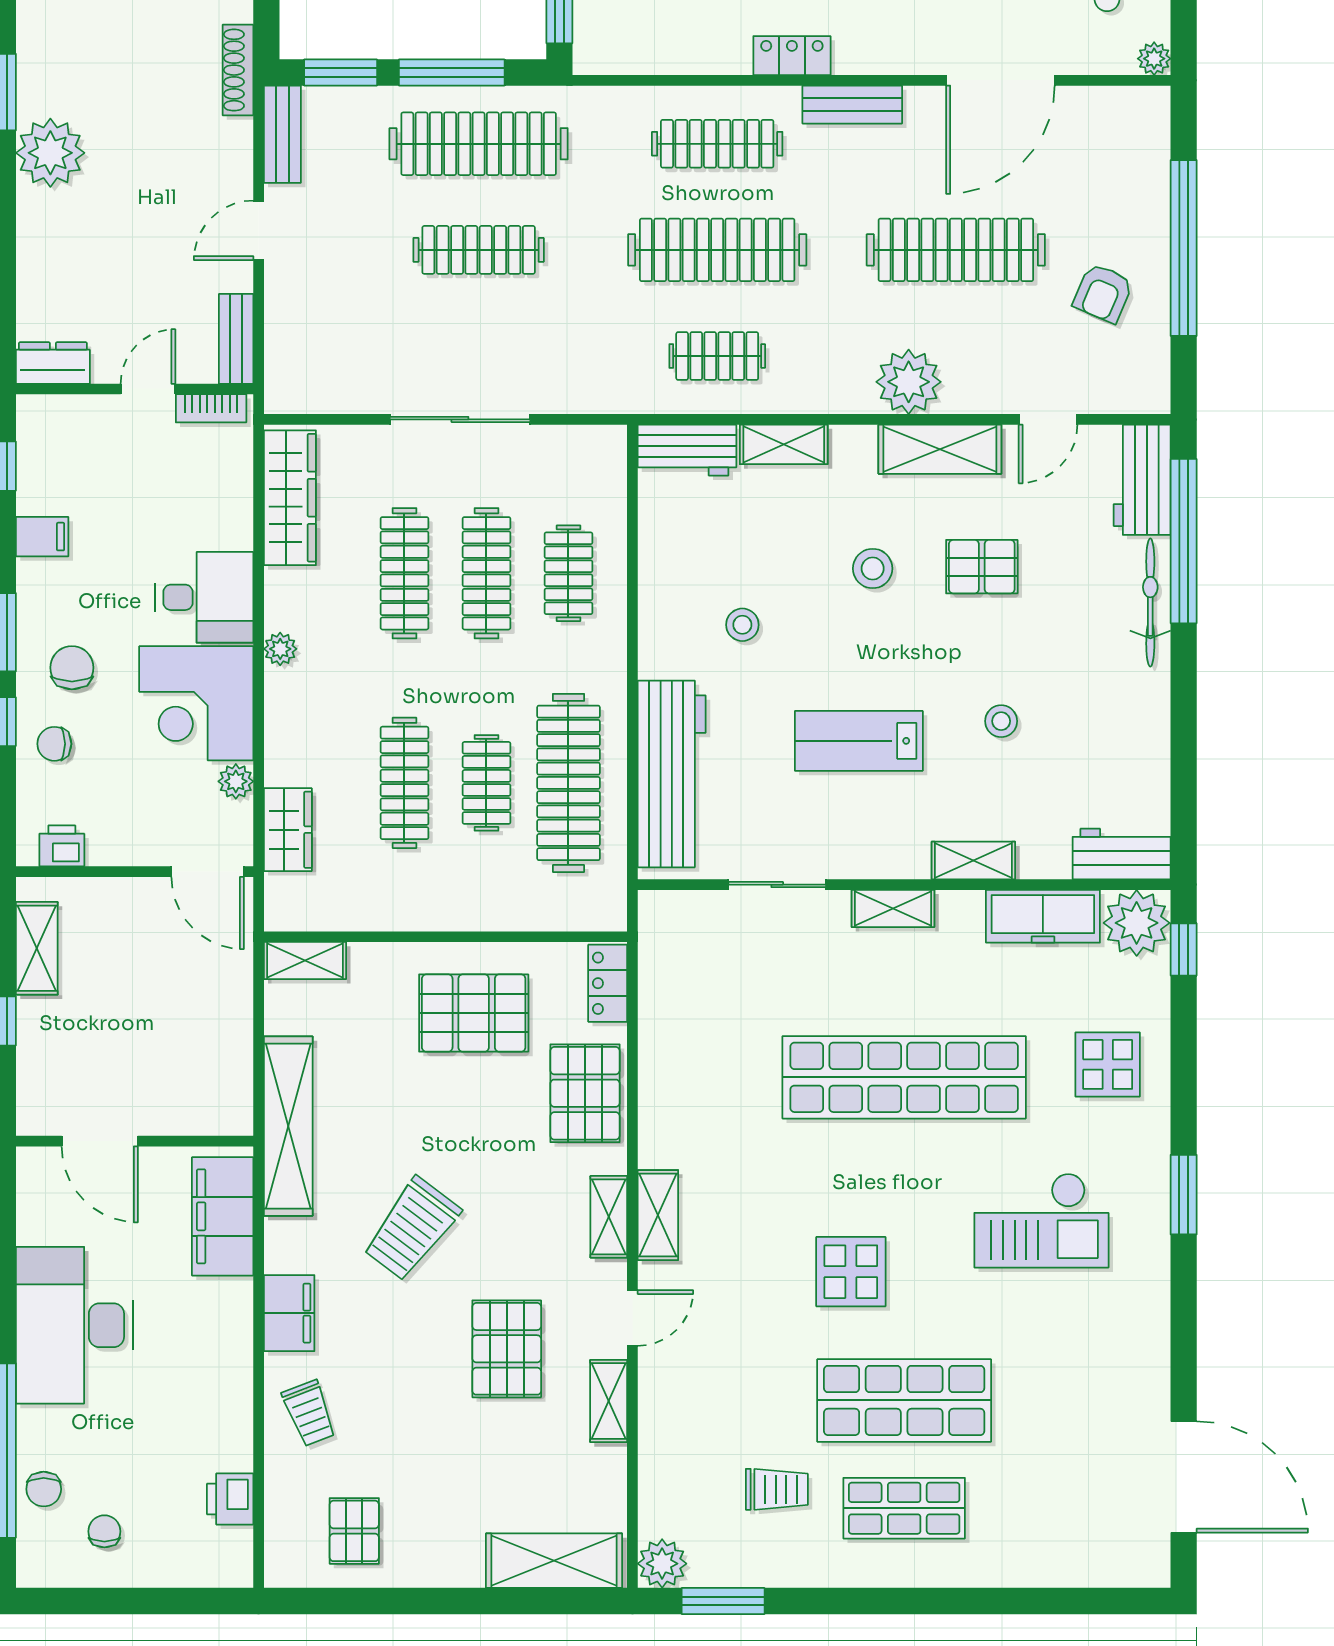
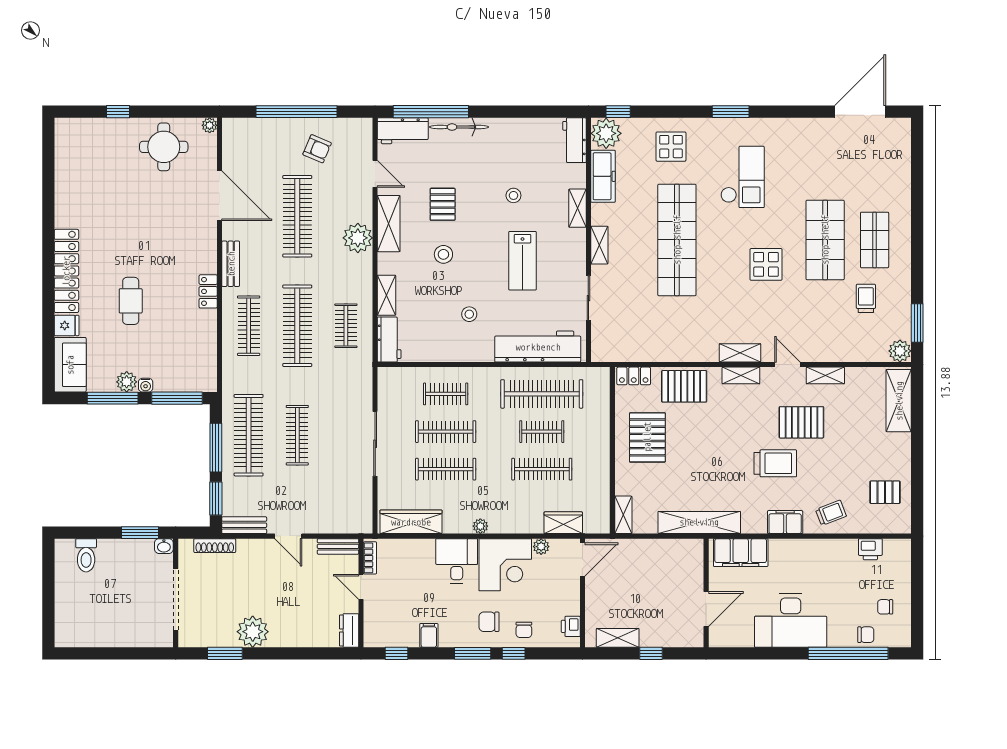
trolley: (412, 1229) -> (775, 463), moved, turned -37

